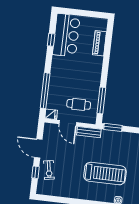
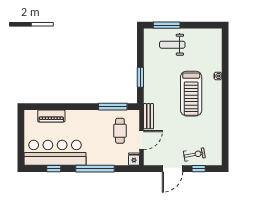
bar counter: (66, 35) -> (55, 153), width x1.36
window: (45, 91) -> (95, 169), moved
window: (113, 127) -> (140, 77), moved
treadmill: (105, 174) -> (191, 94), turned 180

